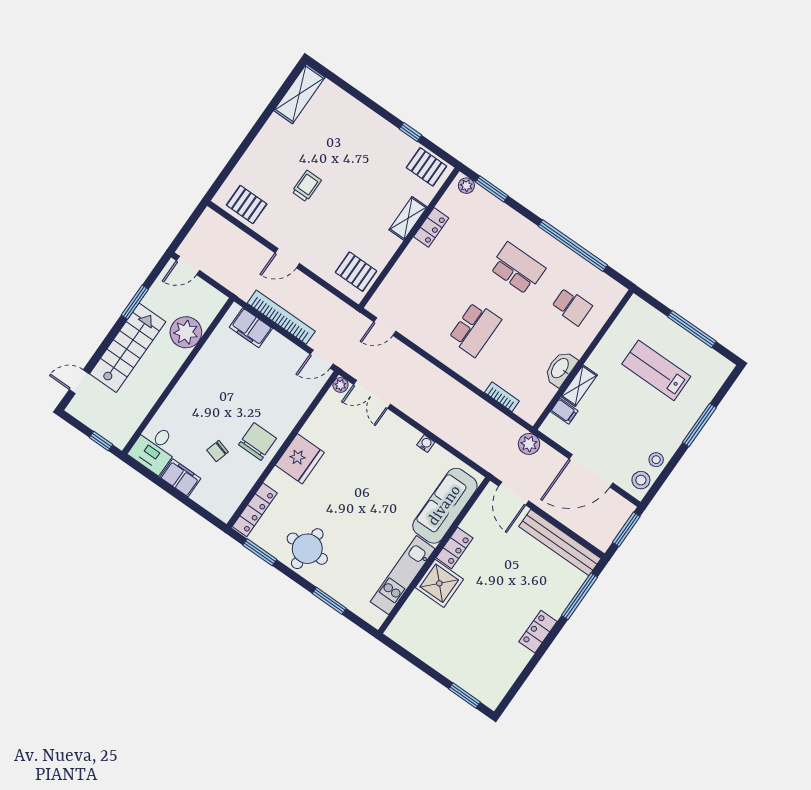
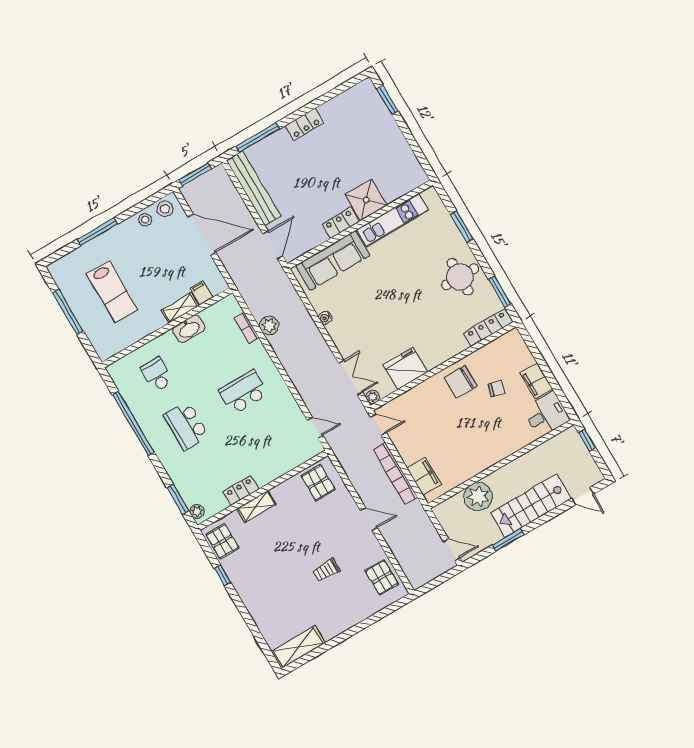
plant: (529, 444) -> (269, 325), moved
fridge: (300, 459) -> (405, 368), moved

